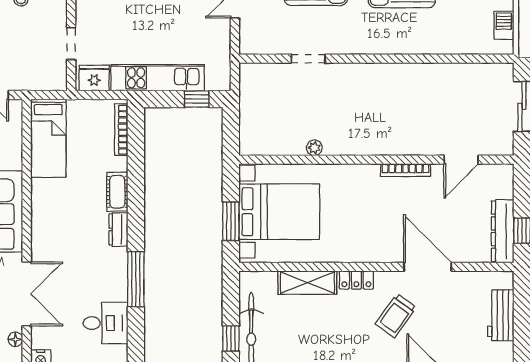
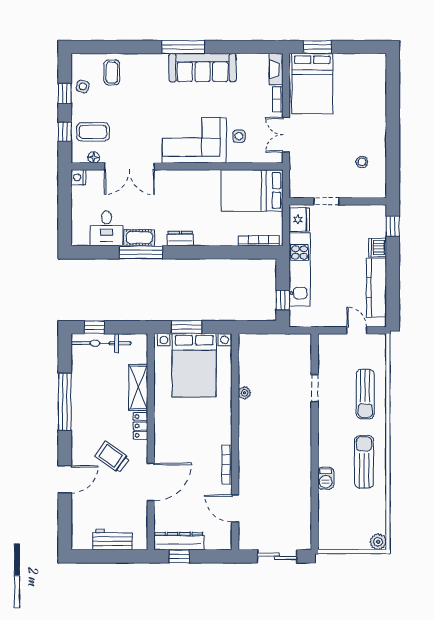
barbecue: (504, 25) -> (326, 478), moved, turned 90
bed: (48, 138) -> (252, 190), width x1.50
cot: (117, 192) -> (139, 238), moved

